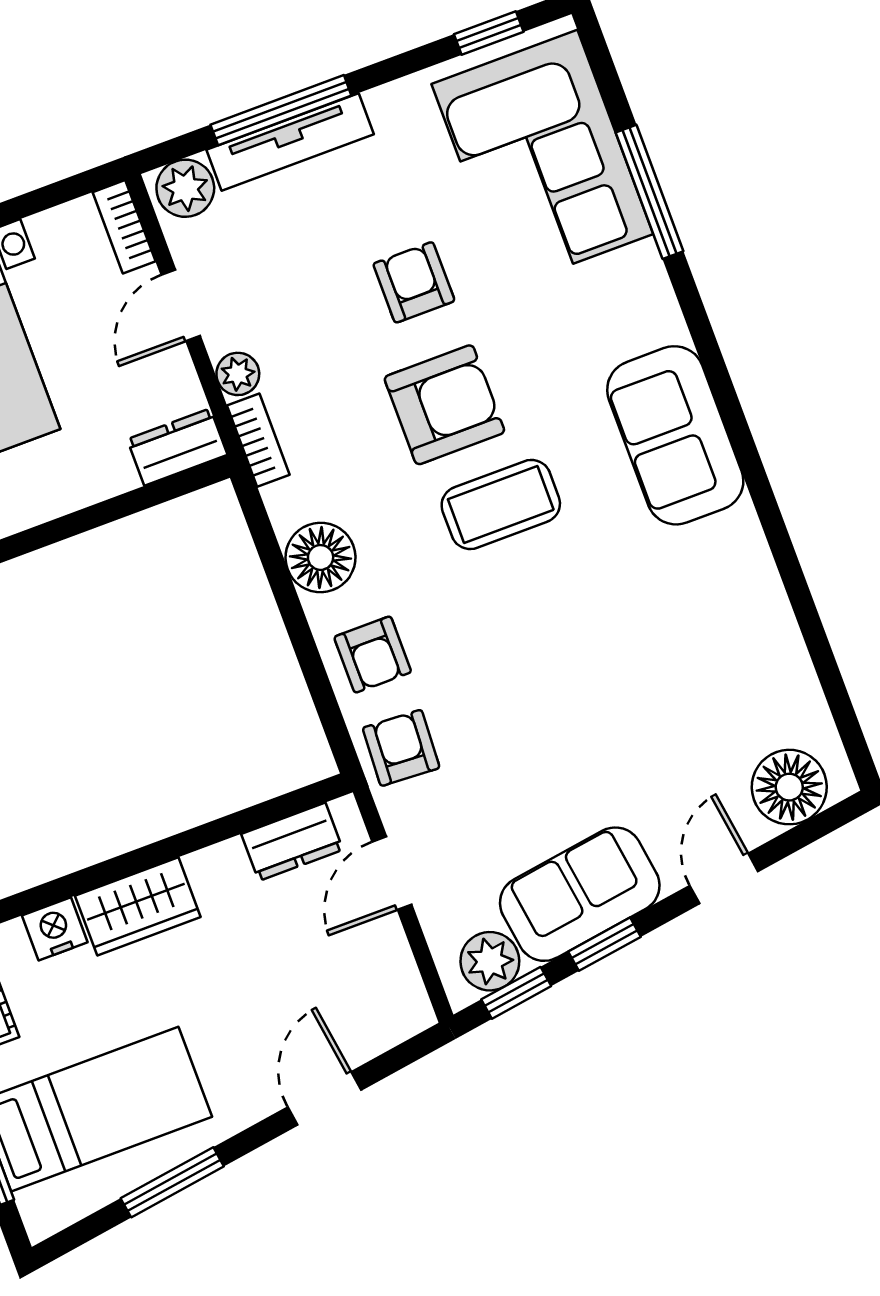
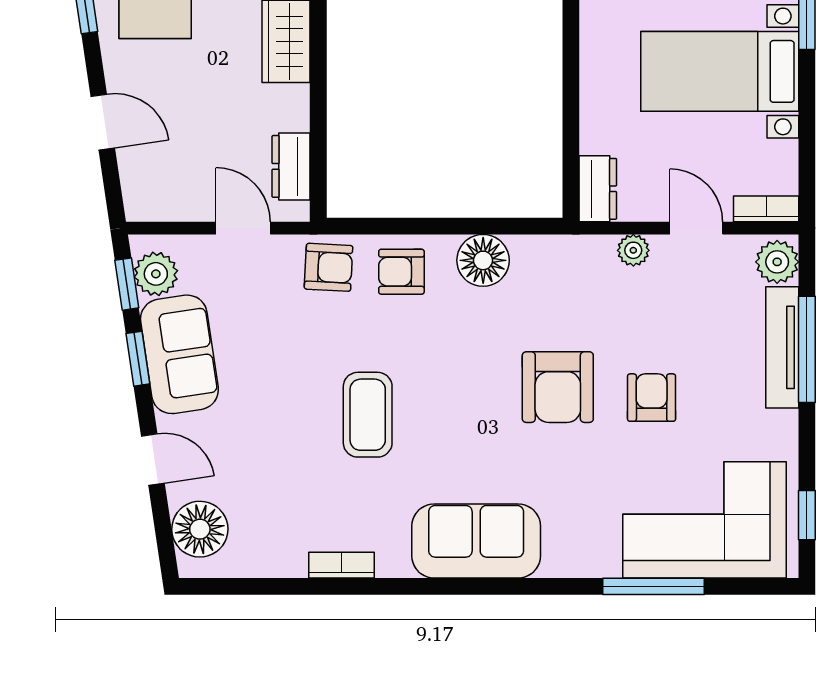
armchair: (414, 282) -> (652, 398), turned -90
bookcase: (258, 440) -> (342, 565), moved, turned 180
coffee table: (501, 504) -> (368, 415), moved

